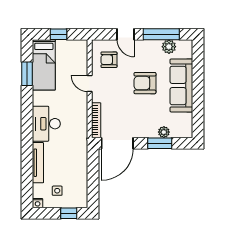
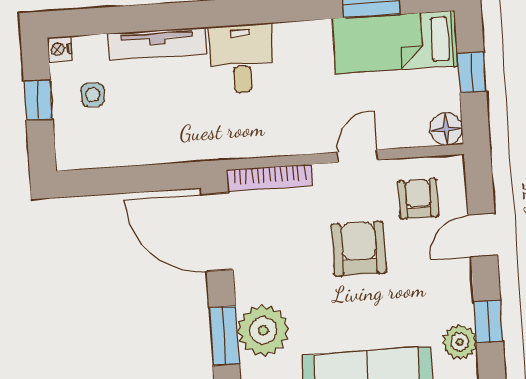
window: (161, 34) -> (488, 321), width x0.46
floor lamp: (81, 46) -> (446, 129), added
armchair: (145, 83) -> (359, 249), moved
desk: (46, 124) -> (242, 58), width x0.73
plant: (164, 132) -> (263, 330), width x1.88, depth x1.88
window: (69, 213) -> (38, 100), moved

